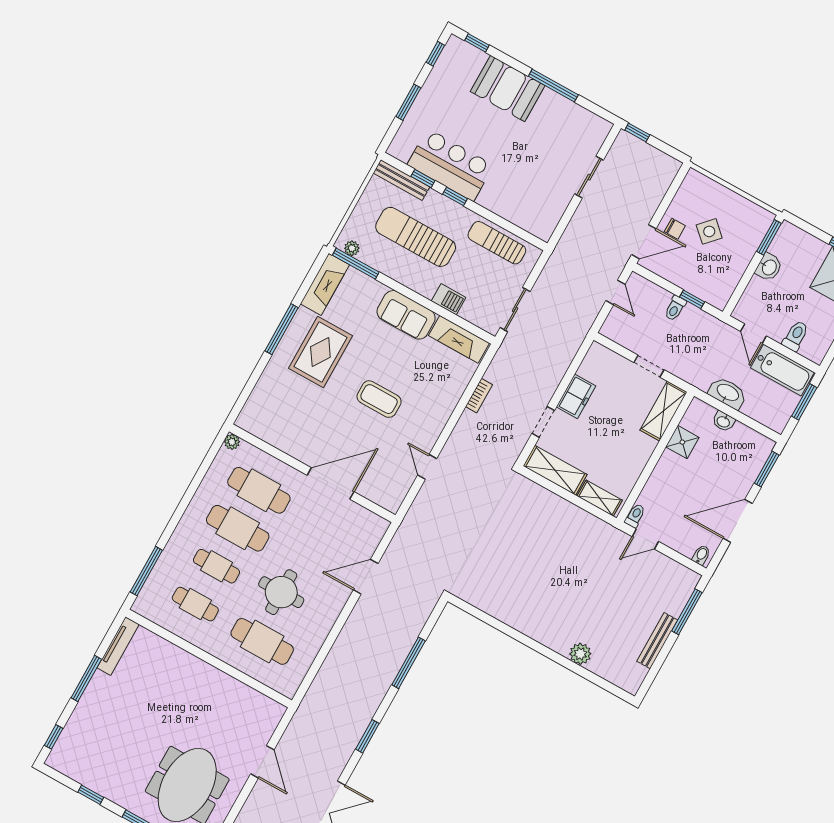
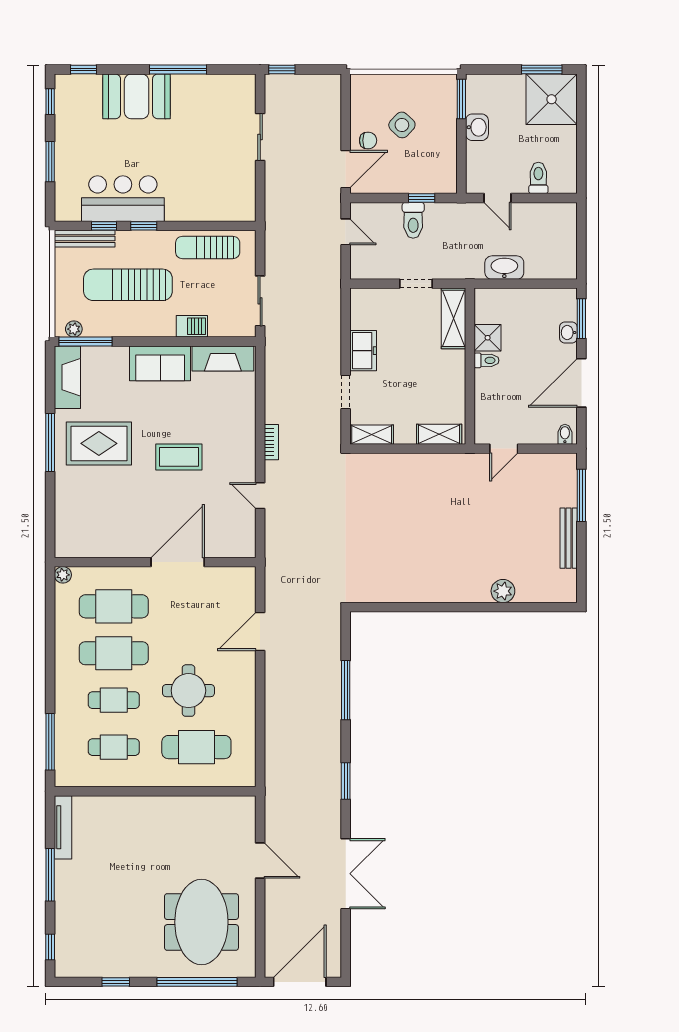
toilet: (675, 308) -> (413, 220), width x1.37, depth x1.39
rug: (320, 352) -> (99, 443), turned 90
bathtub: (782, 370) -> (544, 217), removed
bookcase: (479, 396) -> (271, 442), moved
window: (804, 402) -> (581, 236), removed
washbasin: (723, 421) -> (568, 333), moved, turned 90
shelving: (555, 470) -> (372, 435), width x0.67, depth x0.75
toilet: (635, 516) -> (487, 360), moved, turned 90

